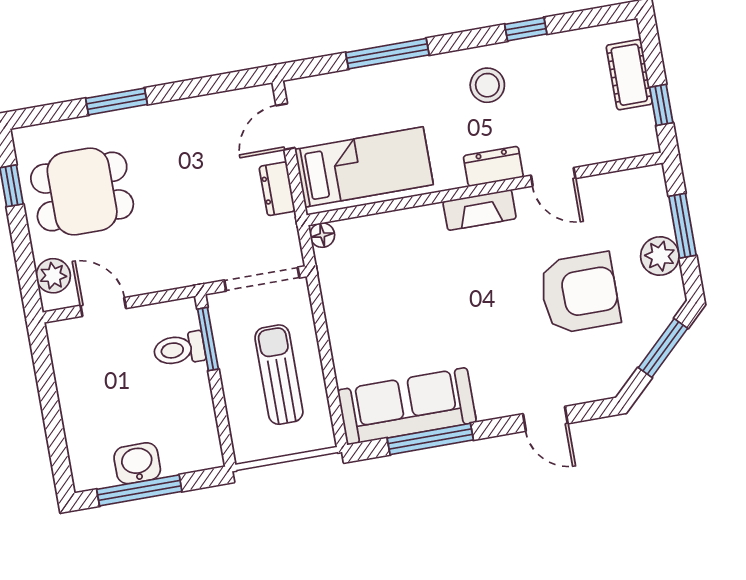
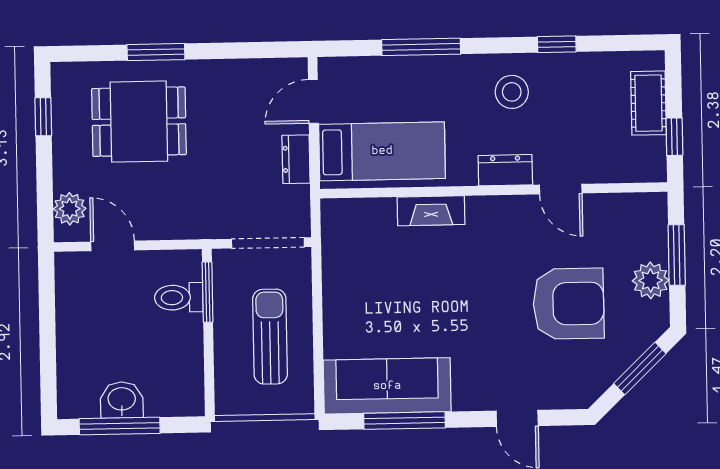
dining table: (82, 192) -> (139, 122), moved
fireplace: (480, 210) -> (431, 211), moved
floor lamp: (322, 235) -> (332, 210), removed

